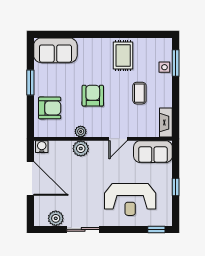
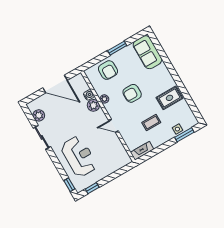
armchair: (93, 96) -> (132, 93), turned 180
water cooler: (42, 147) -> (89, 95), moved
sofa: (153, 152) -> (118, 153), removed
door: (30, 179) -> (55, 84), hinge flipped
window: (176, 187) -> (92, 188), moved
reception desk: (130, 199) -> (79, 156), turned 180

